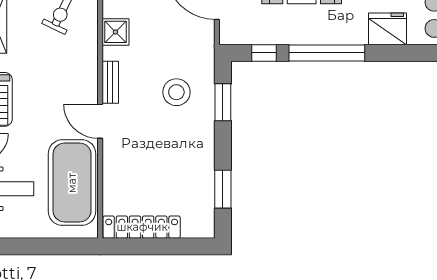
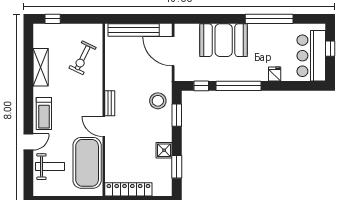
fridge: (387, 29) -> (275, 74), width x0.53, depth x0.75
shower: (115, 32) -> (164, 150), moved
stool: (176, 92) -> (158, 101), moved

